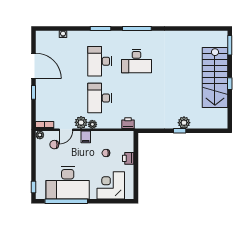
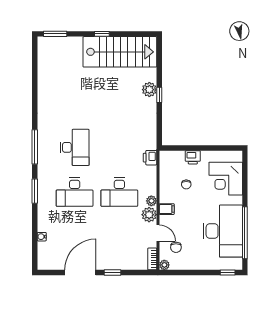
stairs: (215, 78) -> (120, 52), moved

